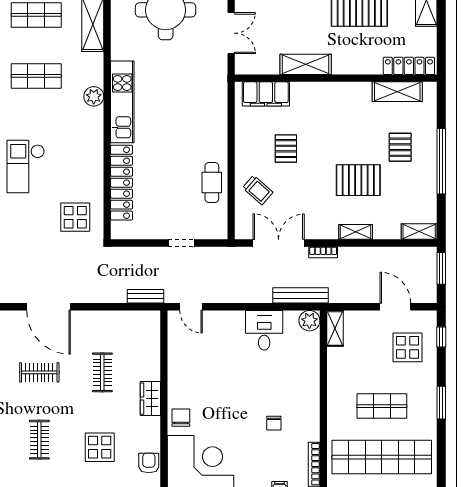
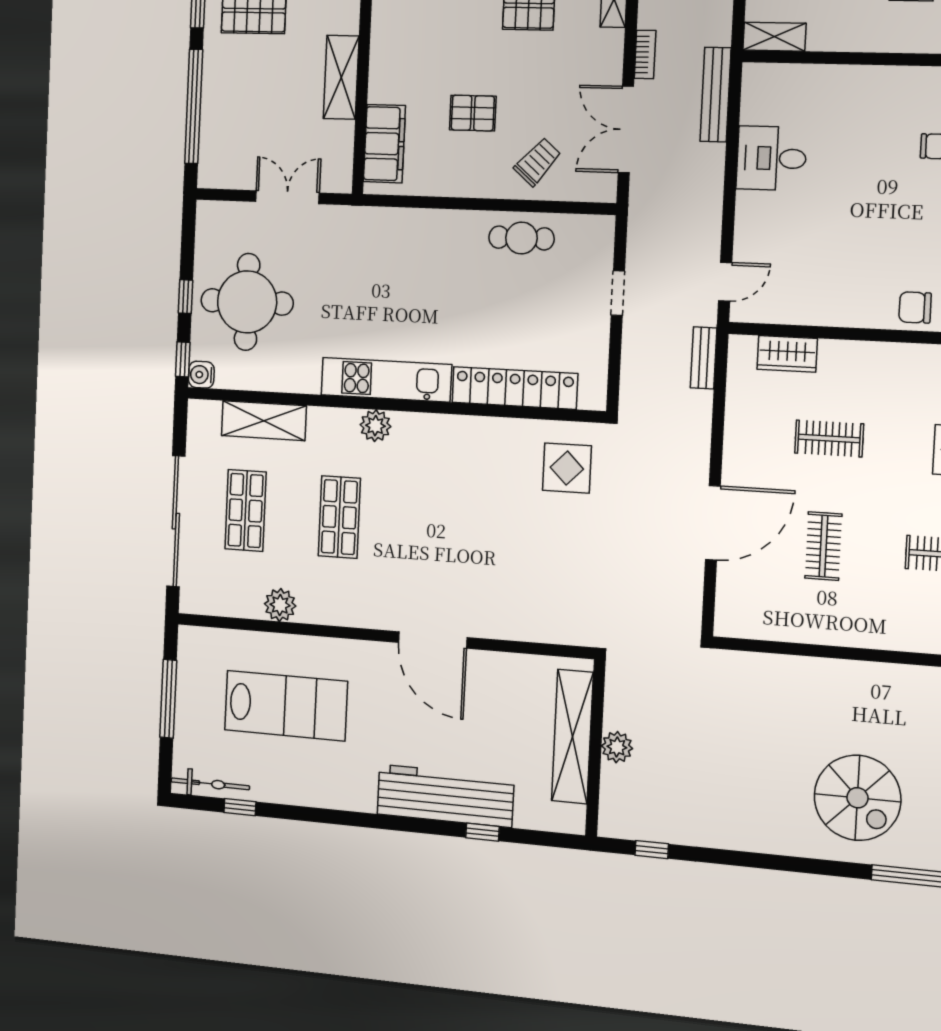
checkout: (26, 167) -> (481, 544), removed
plant: (309, 321) -> (759, 80), removed
wardrobe: (150, 399) -> (787, 354), moved

